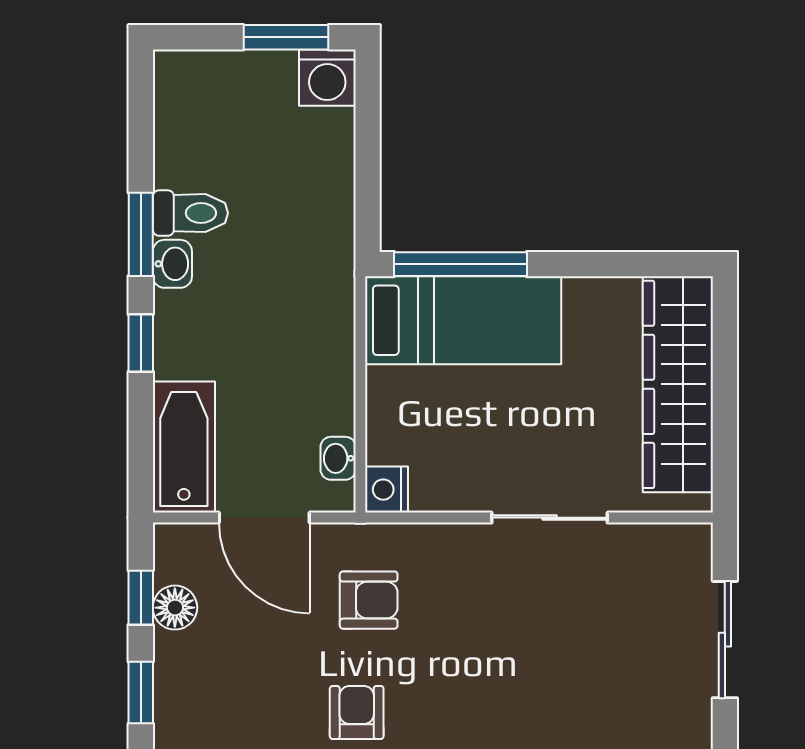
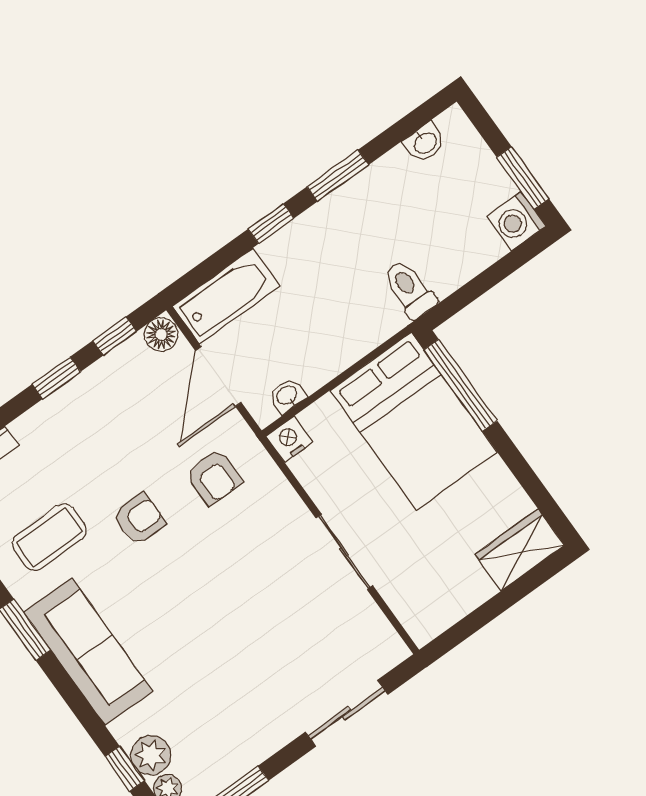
toilet: (190, 213) -> (410, 289), moved, turned 180
washbasin: (172, 264) -> (425, 143), moved
bed: (463, 320) -> (414, 421), width x1.50
wardrobe: (678, 384) -> (520, 550), width x0.48, depth x0.85
floor lamp: (175, 608) -> (161, 334), moved

